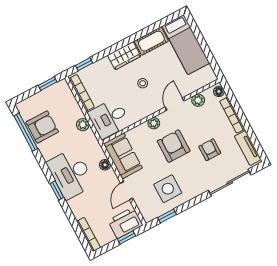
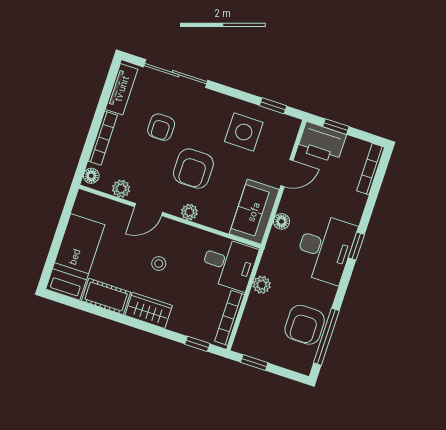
armchair: (42, 127) -> (305, 325), turned -90

